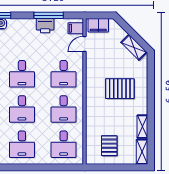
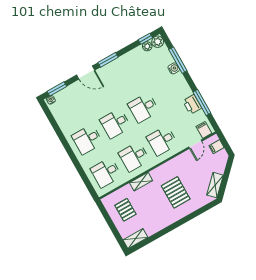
filing cabinet: (98, 25) -> (217, 147), width x0.50
door: (85, 44) -> (195, 144), swing flipped
shelving: (142, 127) -> (141, 182), moved
pallet: (109, 146) -> (125, 210), turned 90

